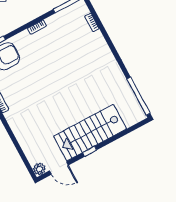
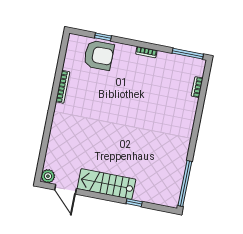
stairs: (90, 133) -> (106, 184), width x0.73, depth x0.66
window: (90, 151) -> (134, 203), moved

